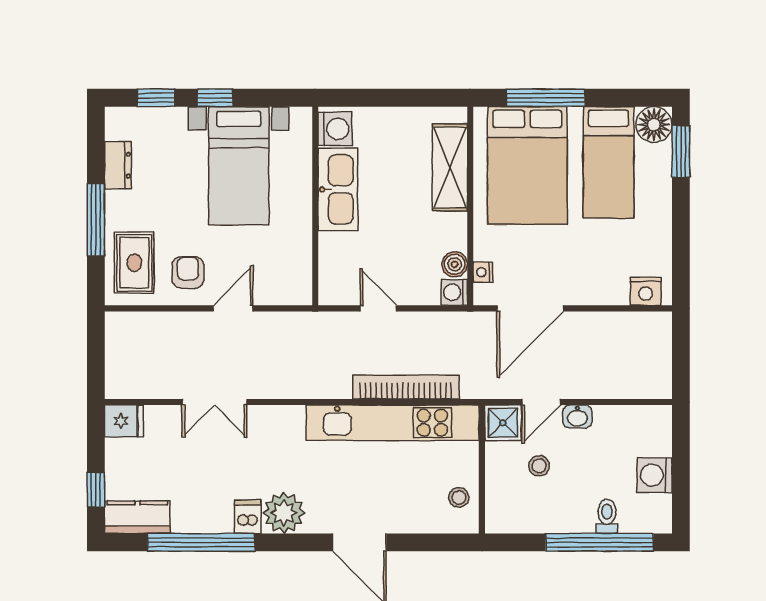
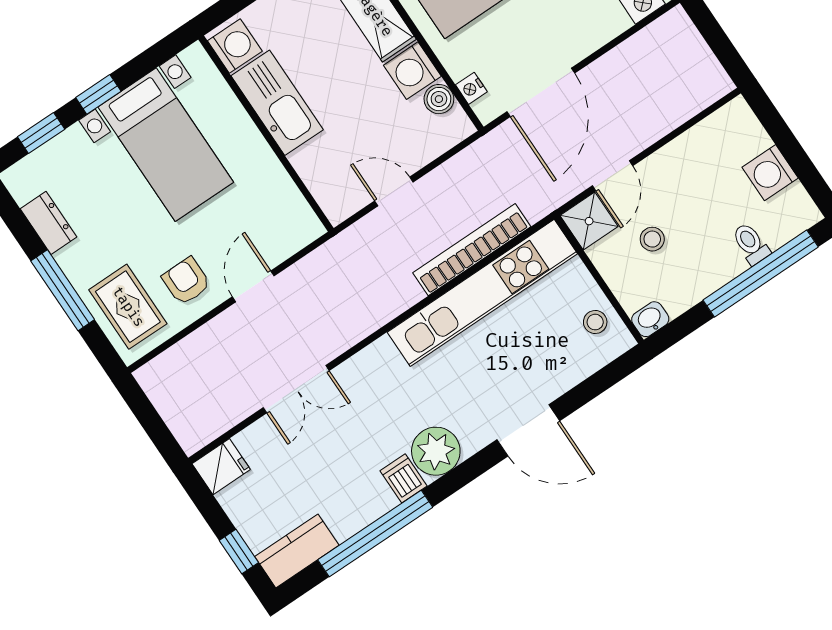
washing machine: (454, 292) -> (412, 71), moved, width x1.38, depth x1.38
washbasin: (577, 417) -> (650, 319), moved, turned 180

